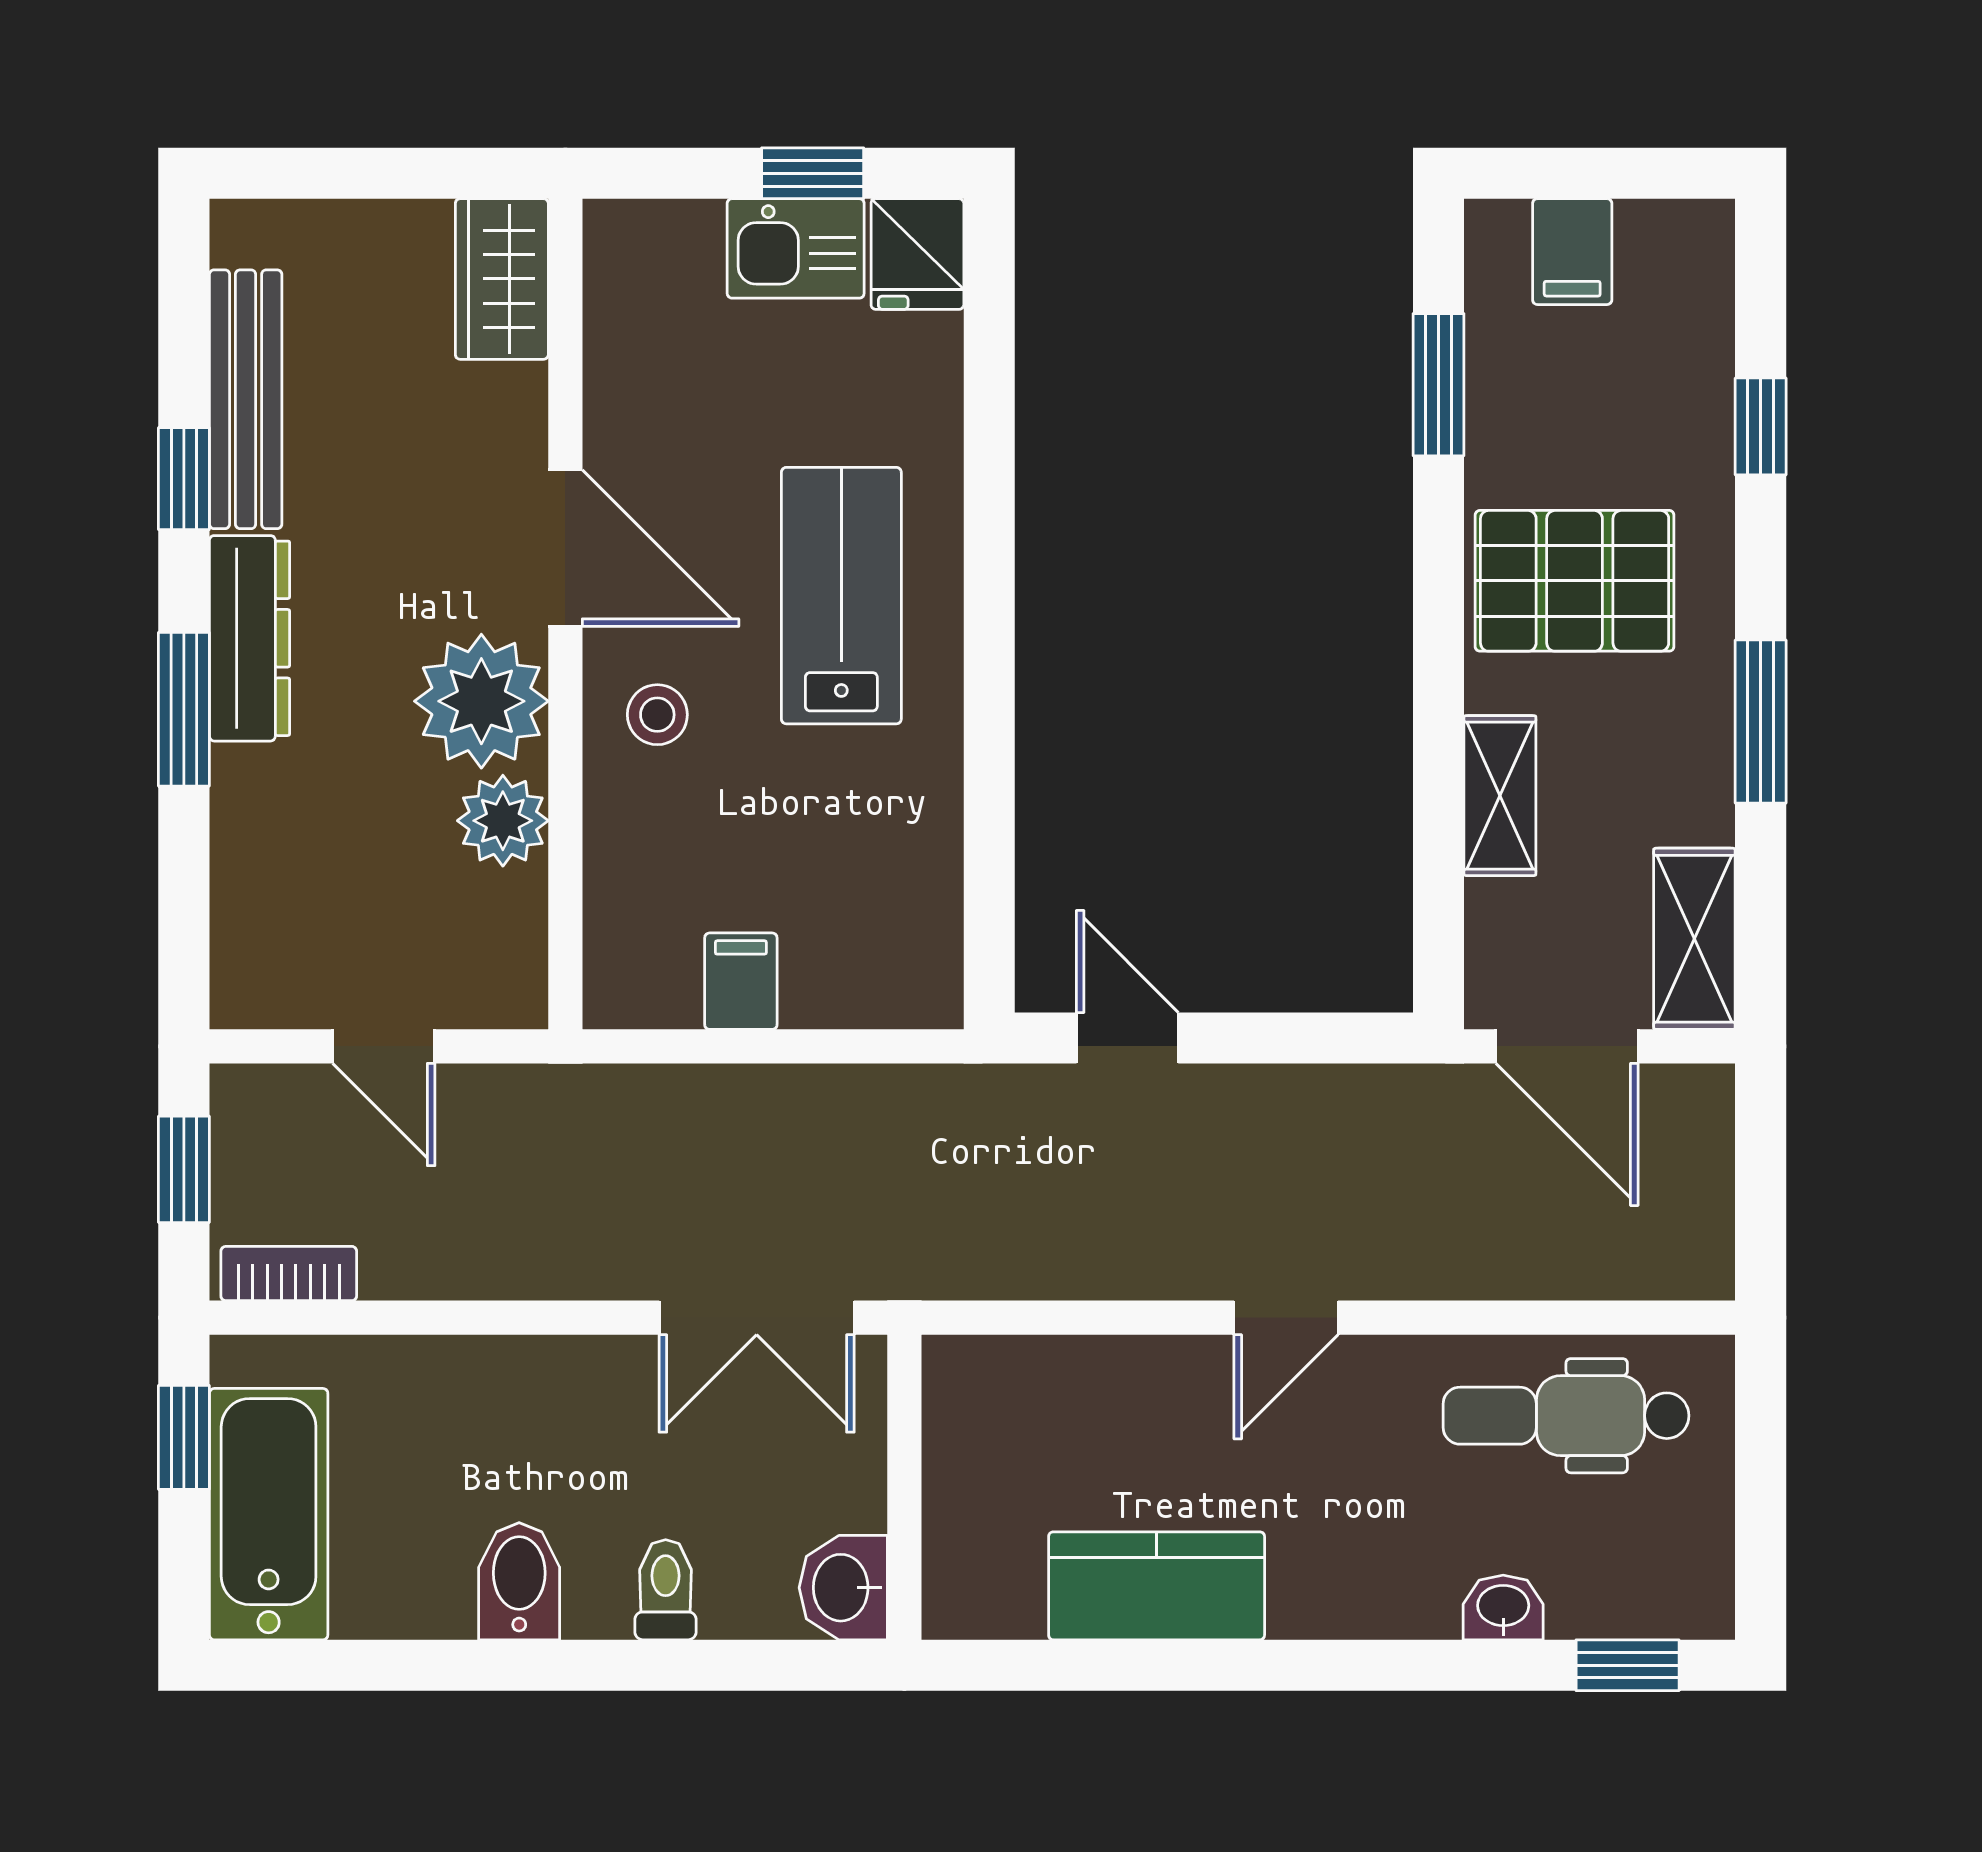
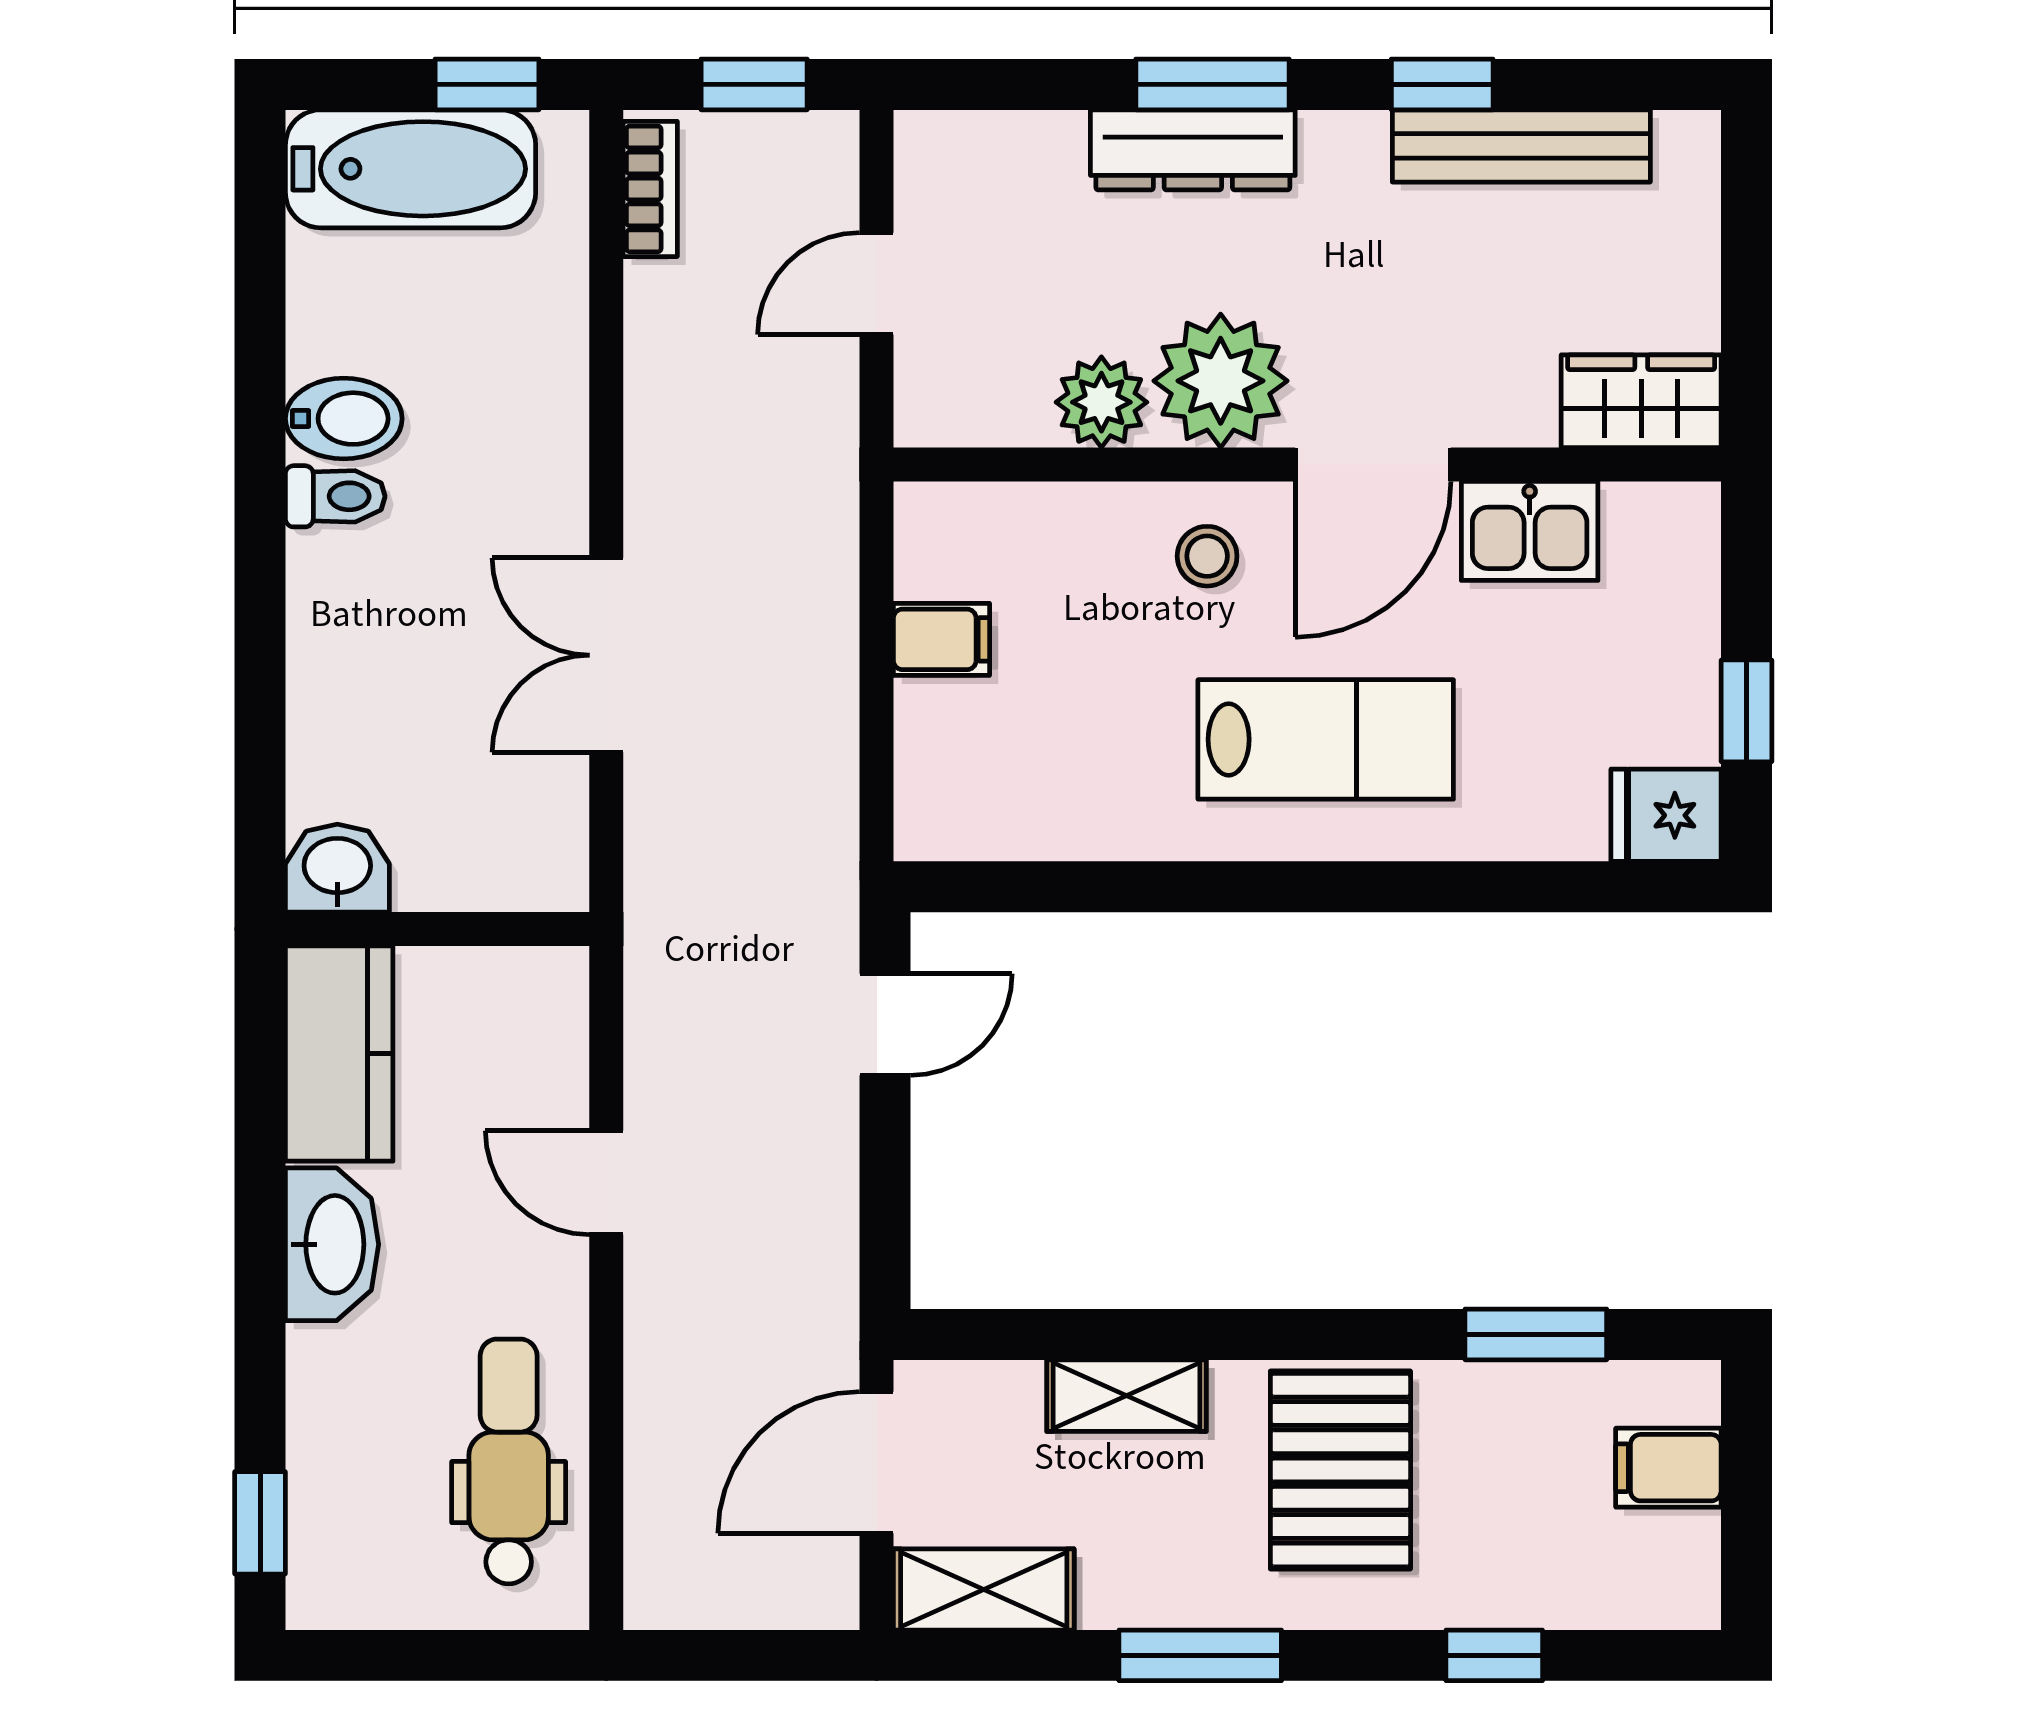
kitchen sink: (796, 248) -> (1530, 531), moved, turned -90
dresser: (250, 638) -> (1193, 150), moved
wall: (904, 1487) -> (437, 929), moved
washbasin: (843, 1588) -> (337, 868), moved
toilet: (666, 1590) -> (335, 496), moved
washbasin: (1503, 1607) -> (332, 1244), moved, width x1.91, depth x1.45

